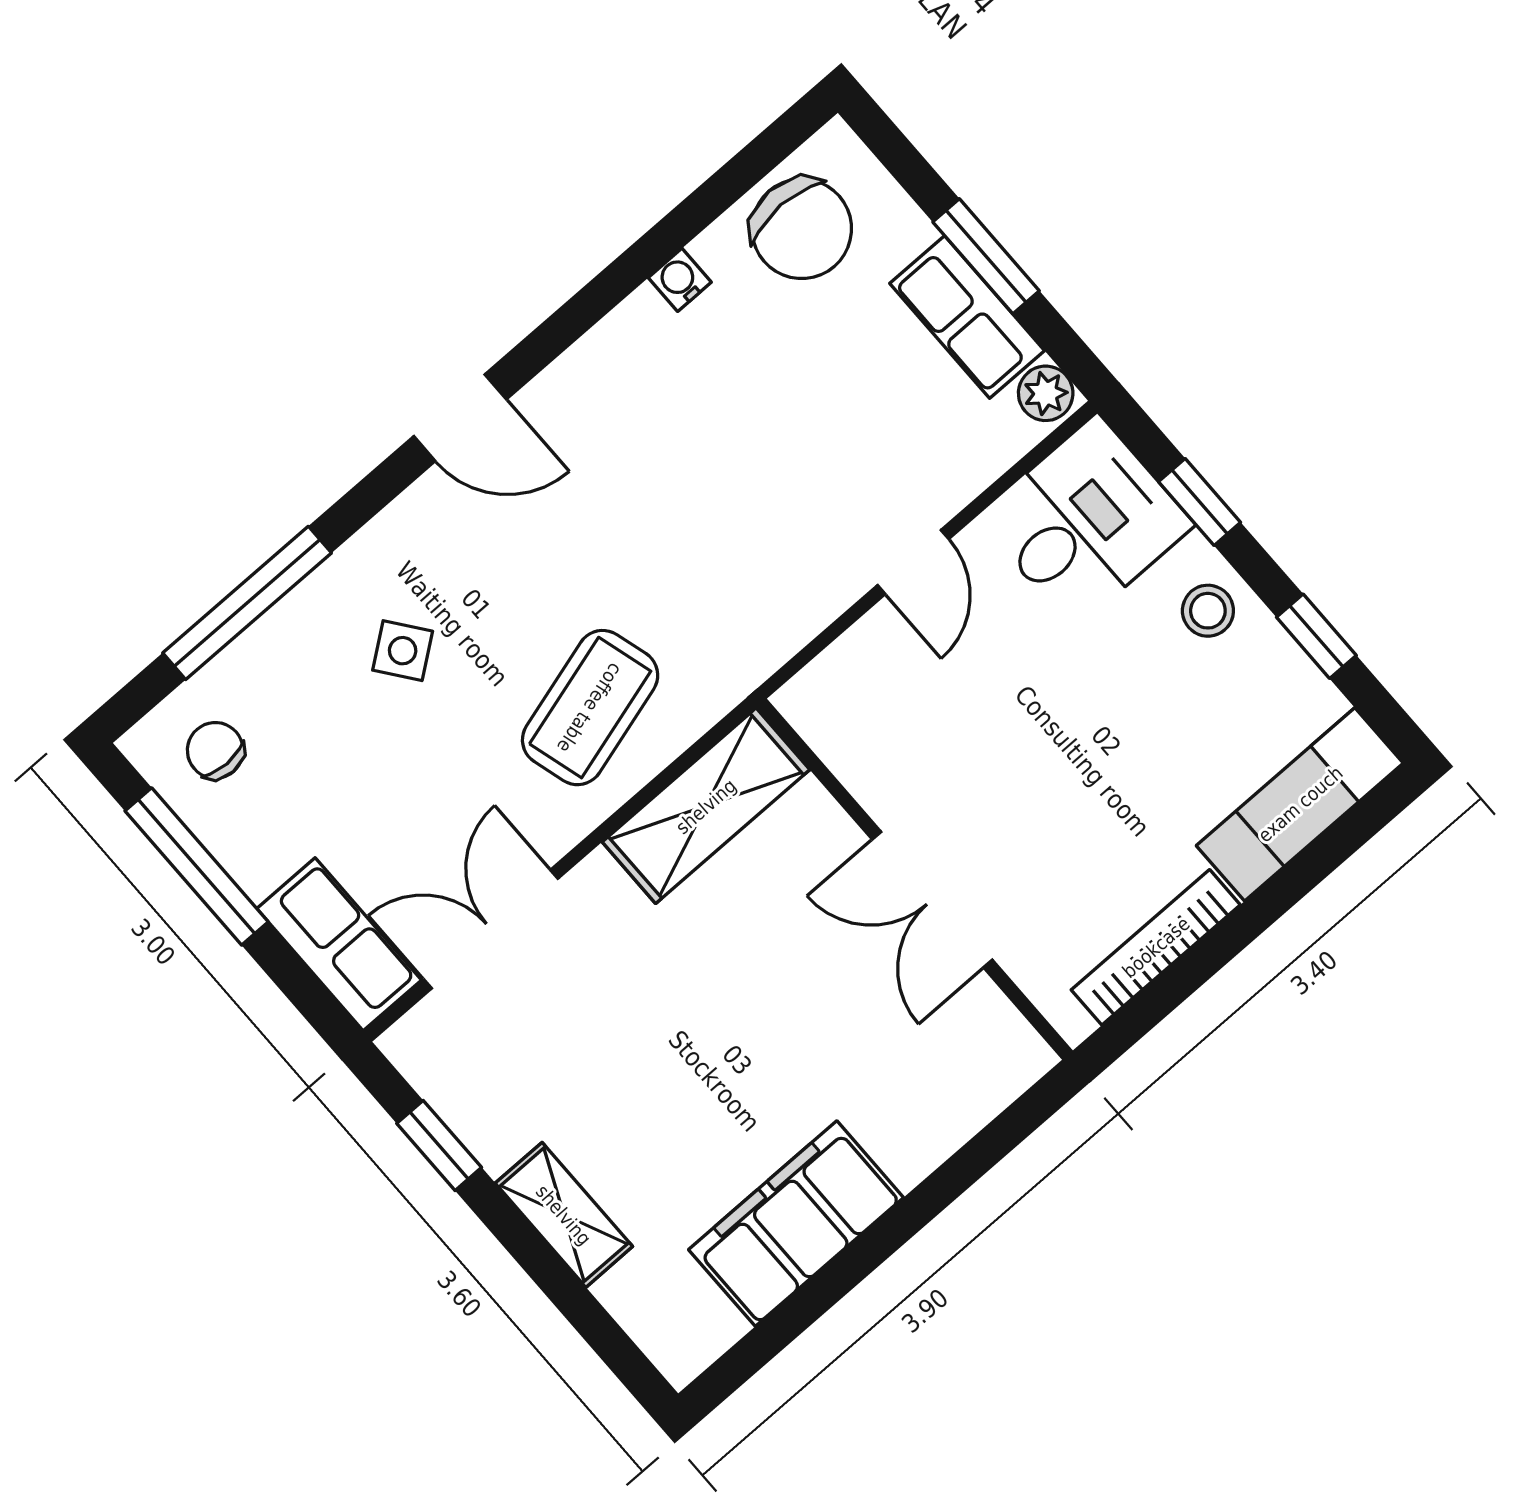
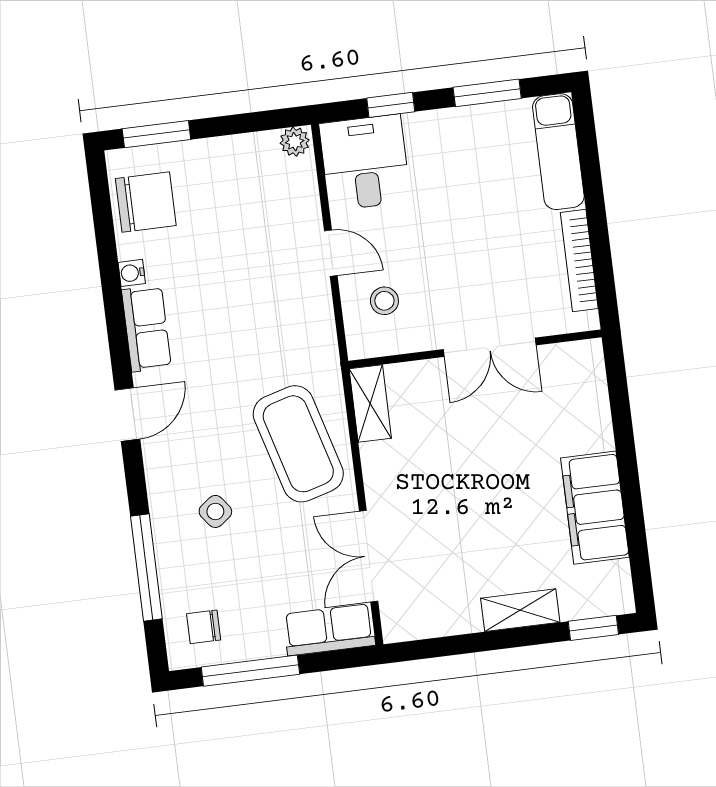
window: (986, 256) -> (156, 134), moved
row of seats: (967, 317) -> (146, 329), moved, turned -90
stool: (1208, 611) -> (384, 301), moved
window: (1316, 636) -> (487, 93), width x1.50
coffee table: (590, 708) -> (298, 444), width x1.36, depth x1.32
shelving: (706, 806) -> (370, 403), width x0.67, depth x0.75
window: (439, 1145) -> (593, 628), moved

